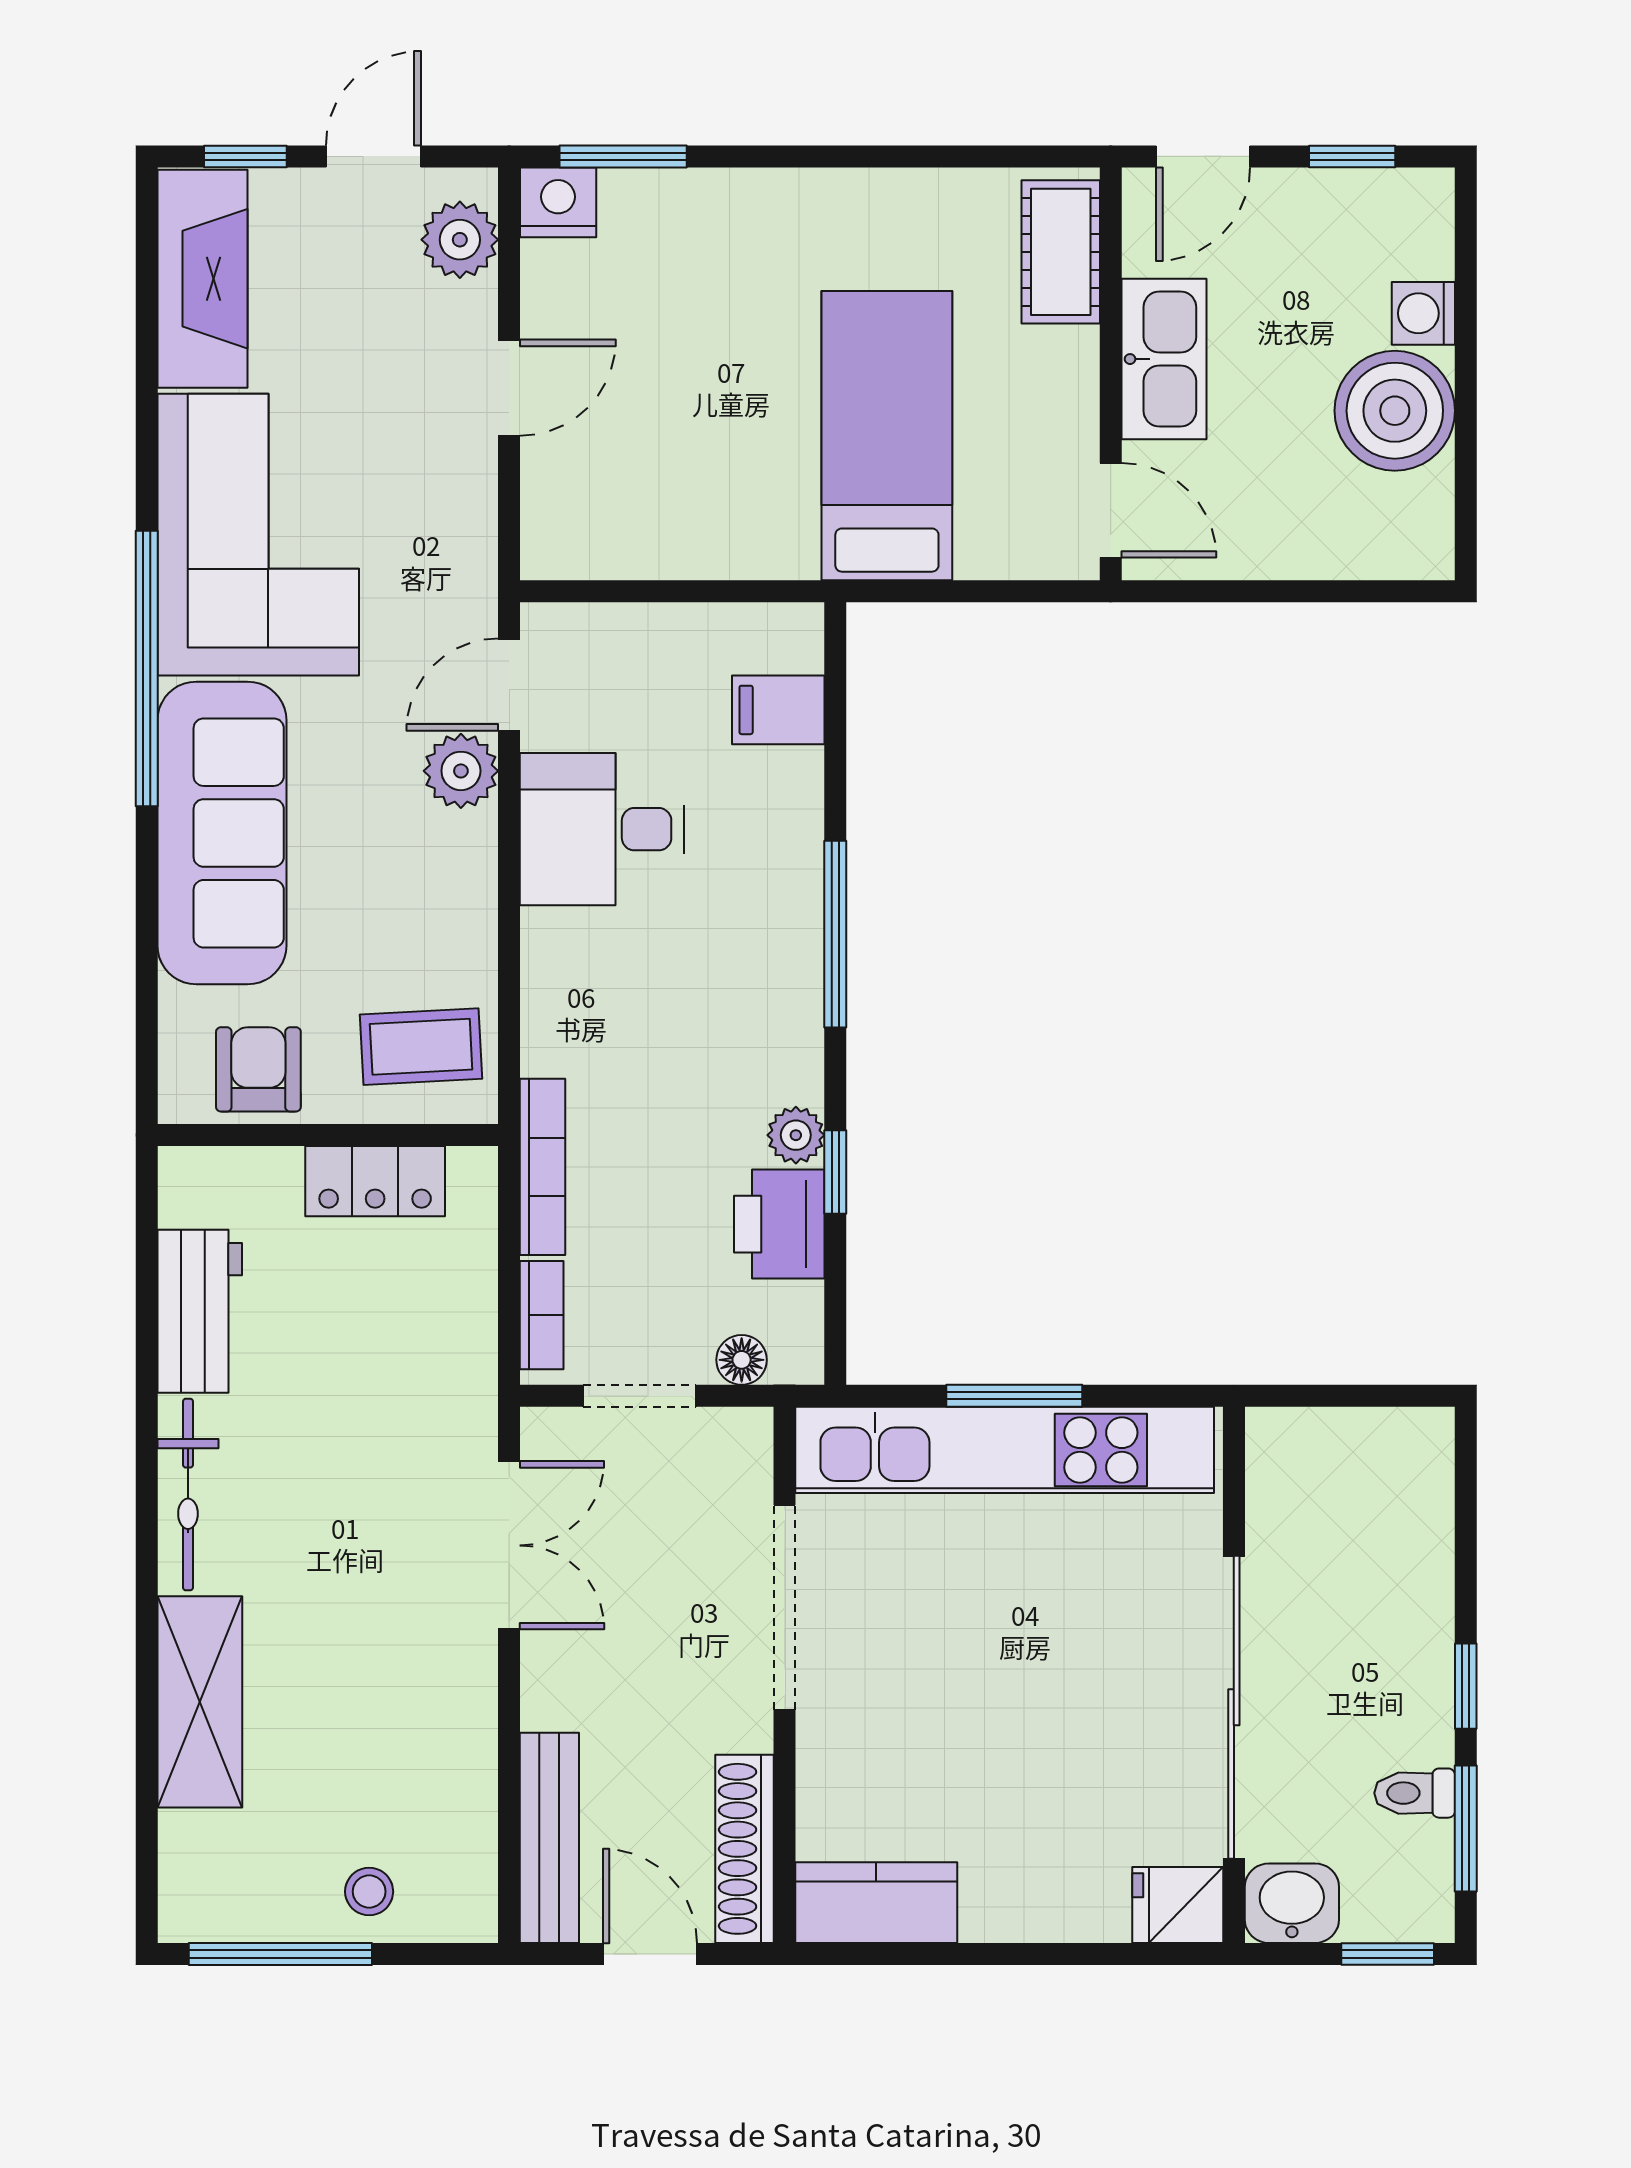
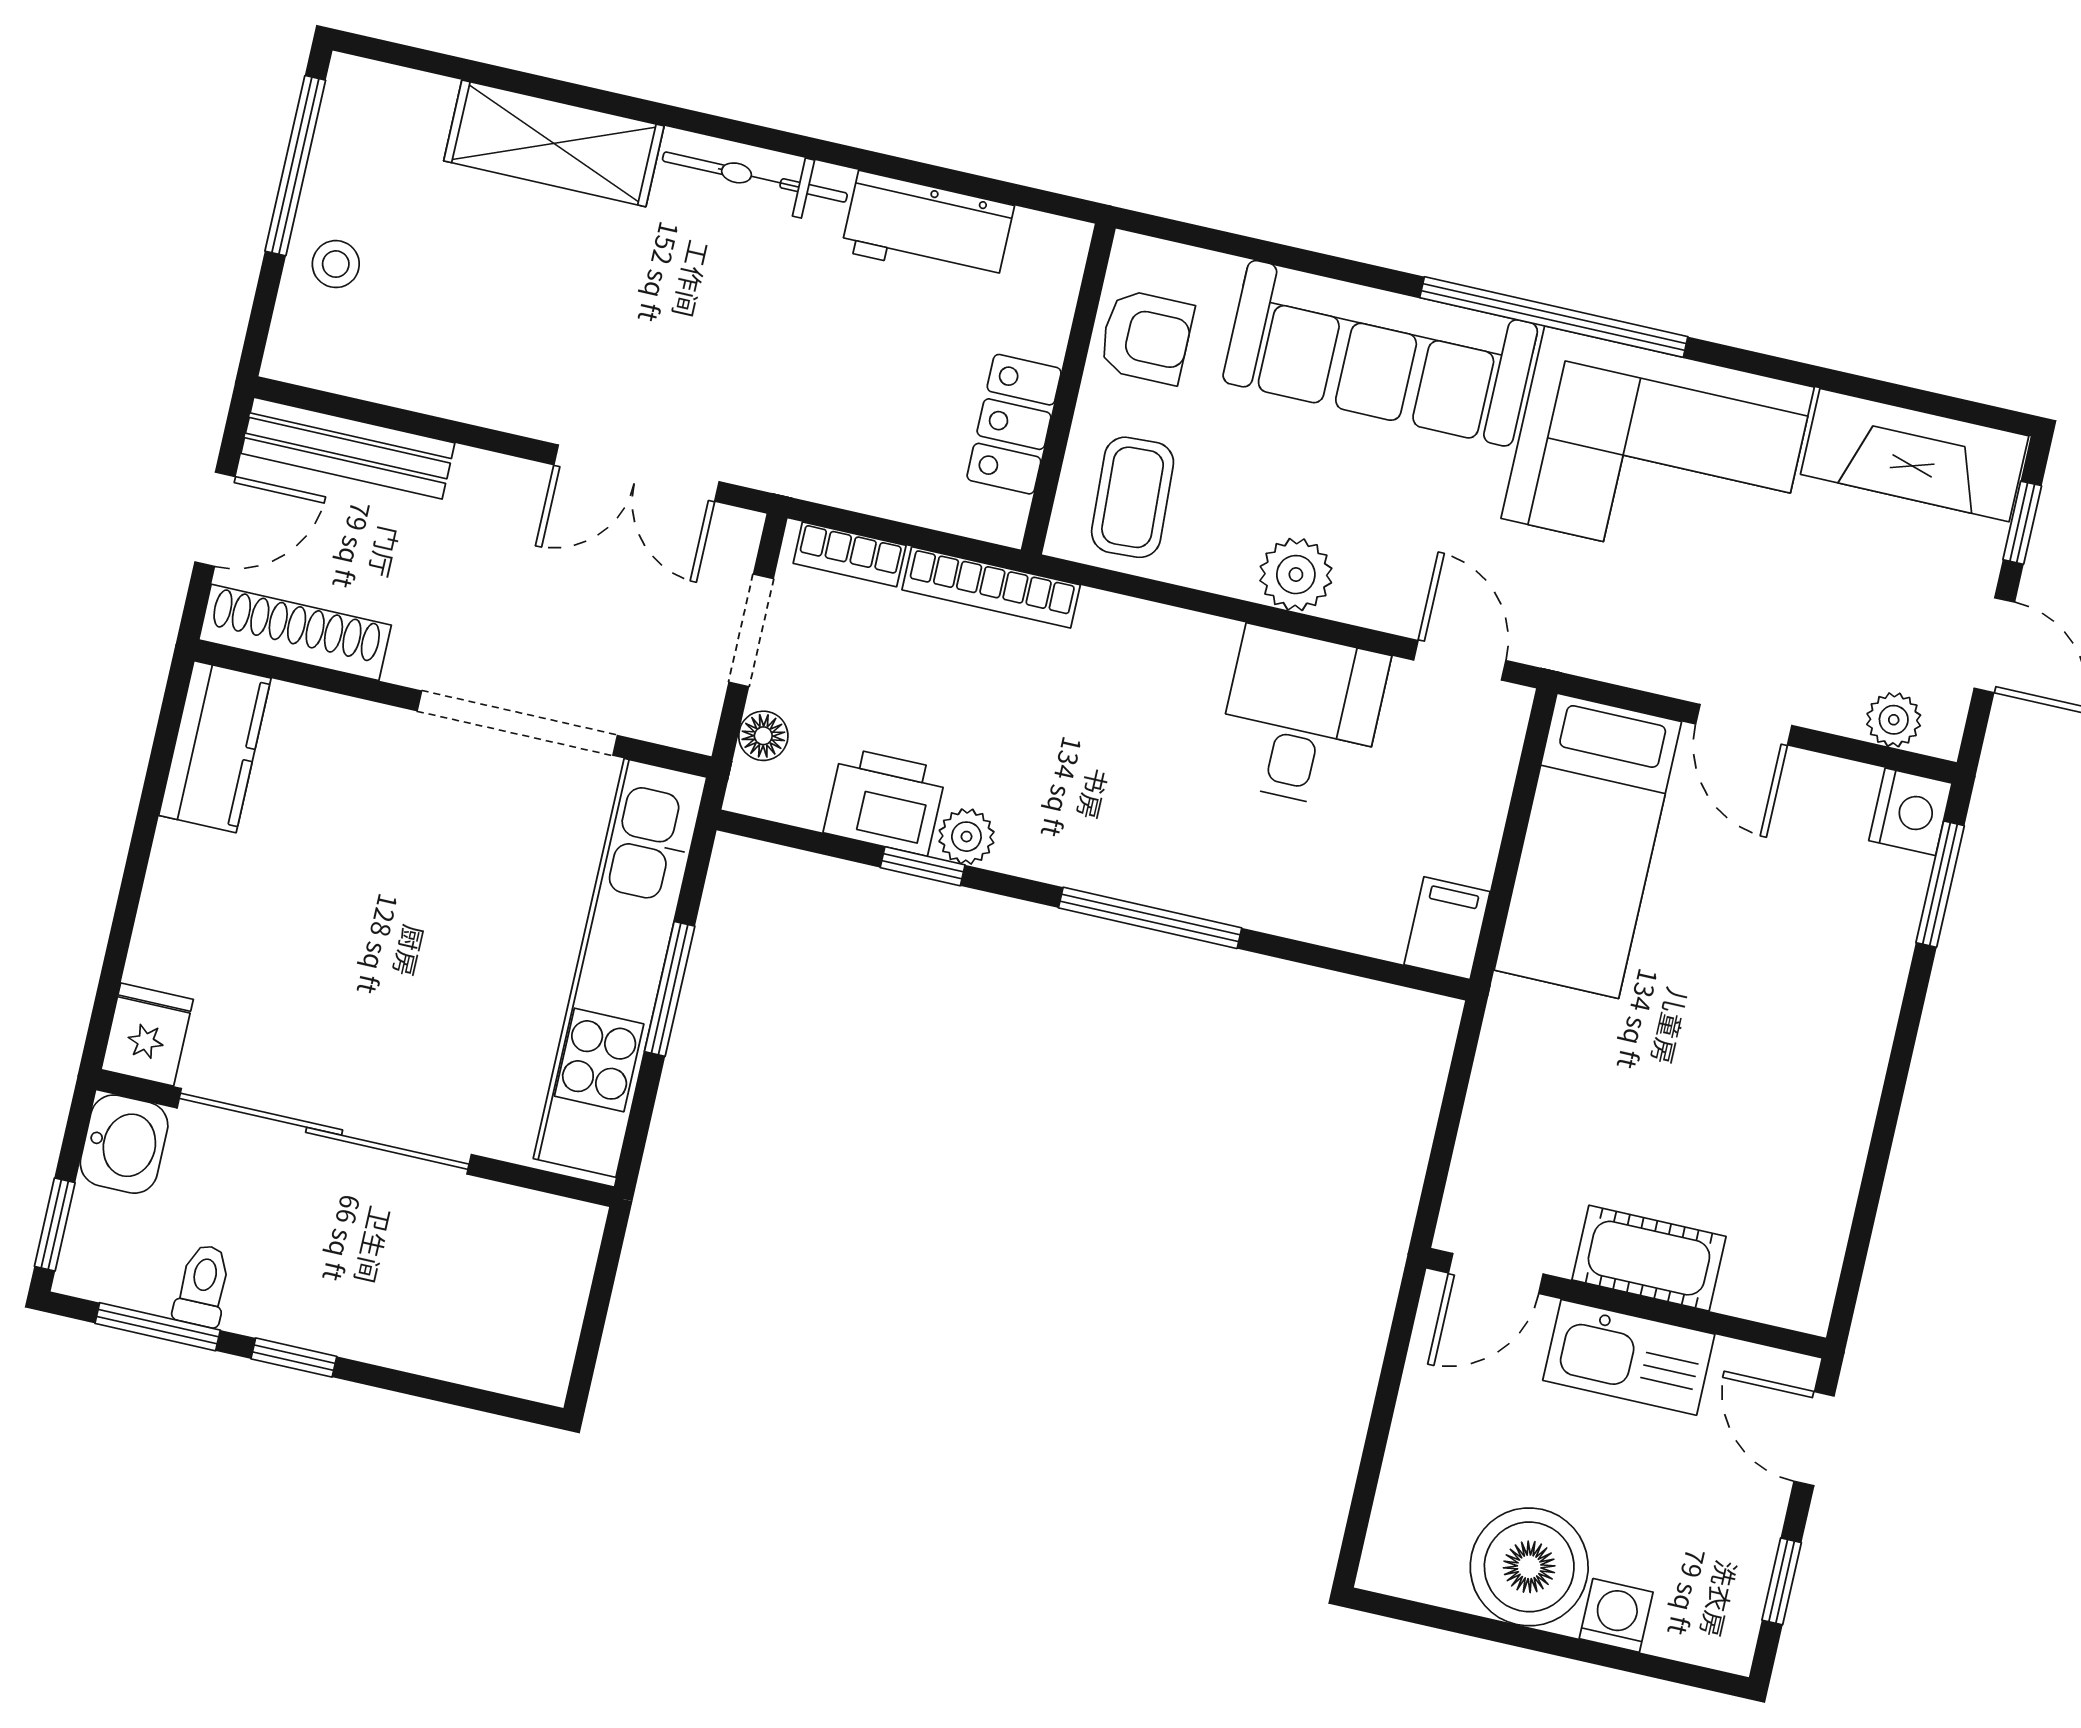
plant: (460, 240) -> (1894, 720), width x0.73, depth x0.73
cot: (1061, 252) -> (1649, 1258), moved
bed: (887, 436) -> (1588, 846), moved, turned 90
filing cabinet: (778, 710) -> (1447, 928), moved
plant: (461, 771) -> (1296, 575), moved

